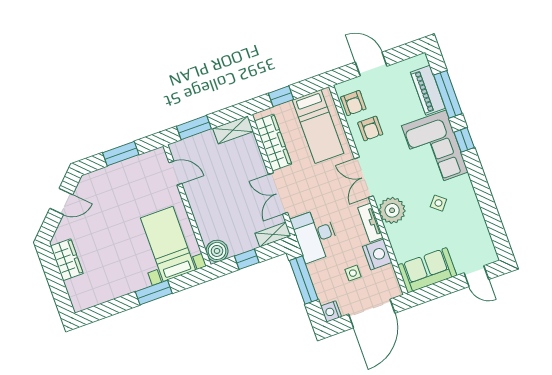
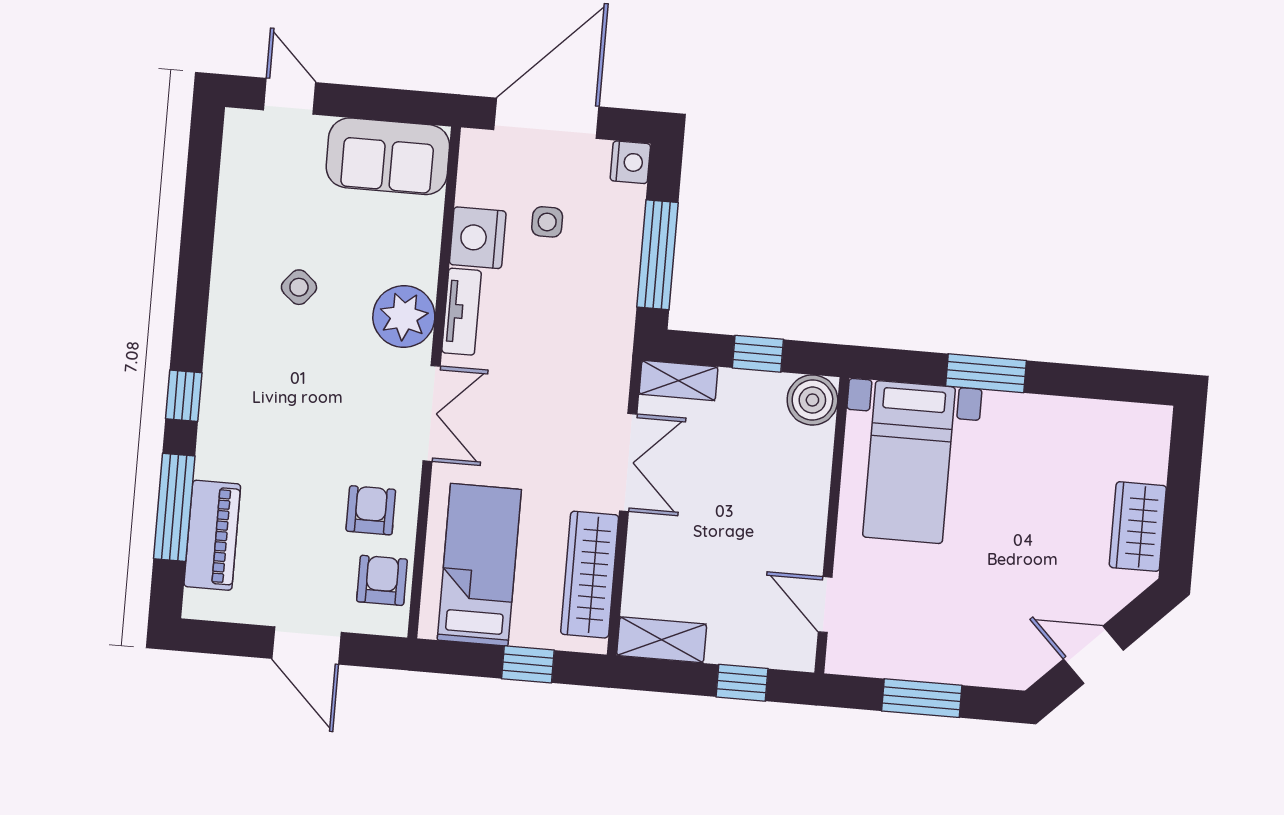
window: (194, 128) -> (742, 683), width x0.67
corner sofa: (435, 149) -> (254, 405), removed
desk: (315, 235) -> (590, 338), removed

